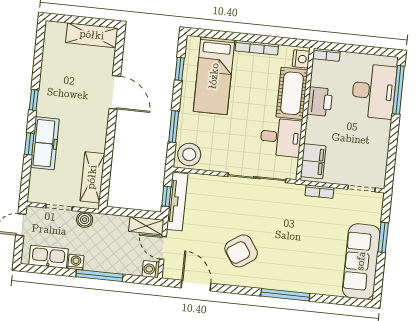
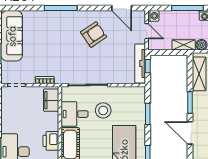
window: (110, 137) -> (190, 103), added
stool: (189, 154) -> (103, 110), moved
shelving: (146, 226) -> (184, 45), moved

